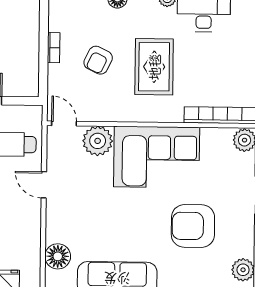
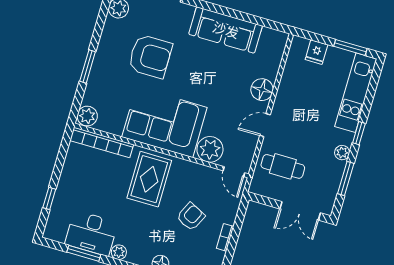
rug: (154, 67) -> (149, 179), moved
door: (44, 185) -> (265, 125), swing flipped
floor lamp: (58, 256) -> (262, 90), moved

